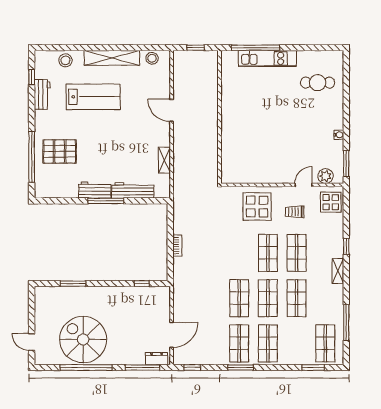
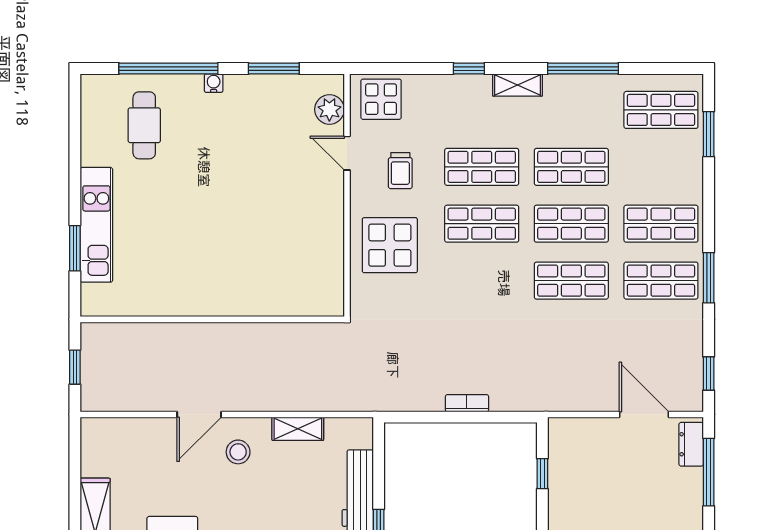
window: (255, 48) -> (75, 248), width x0.47
stool: (152, 58) -> (238, 452), moved
window: (346, 95) -> (168, 69), added
water cooler: (339, 135) -> (214, 83), moved
window: (346, 164) -> (274, 69), moved
window: (346, 323) -> (583, 69), moved

